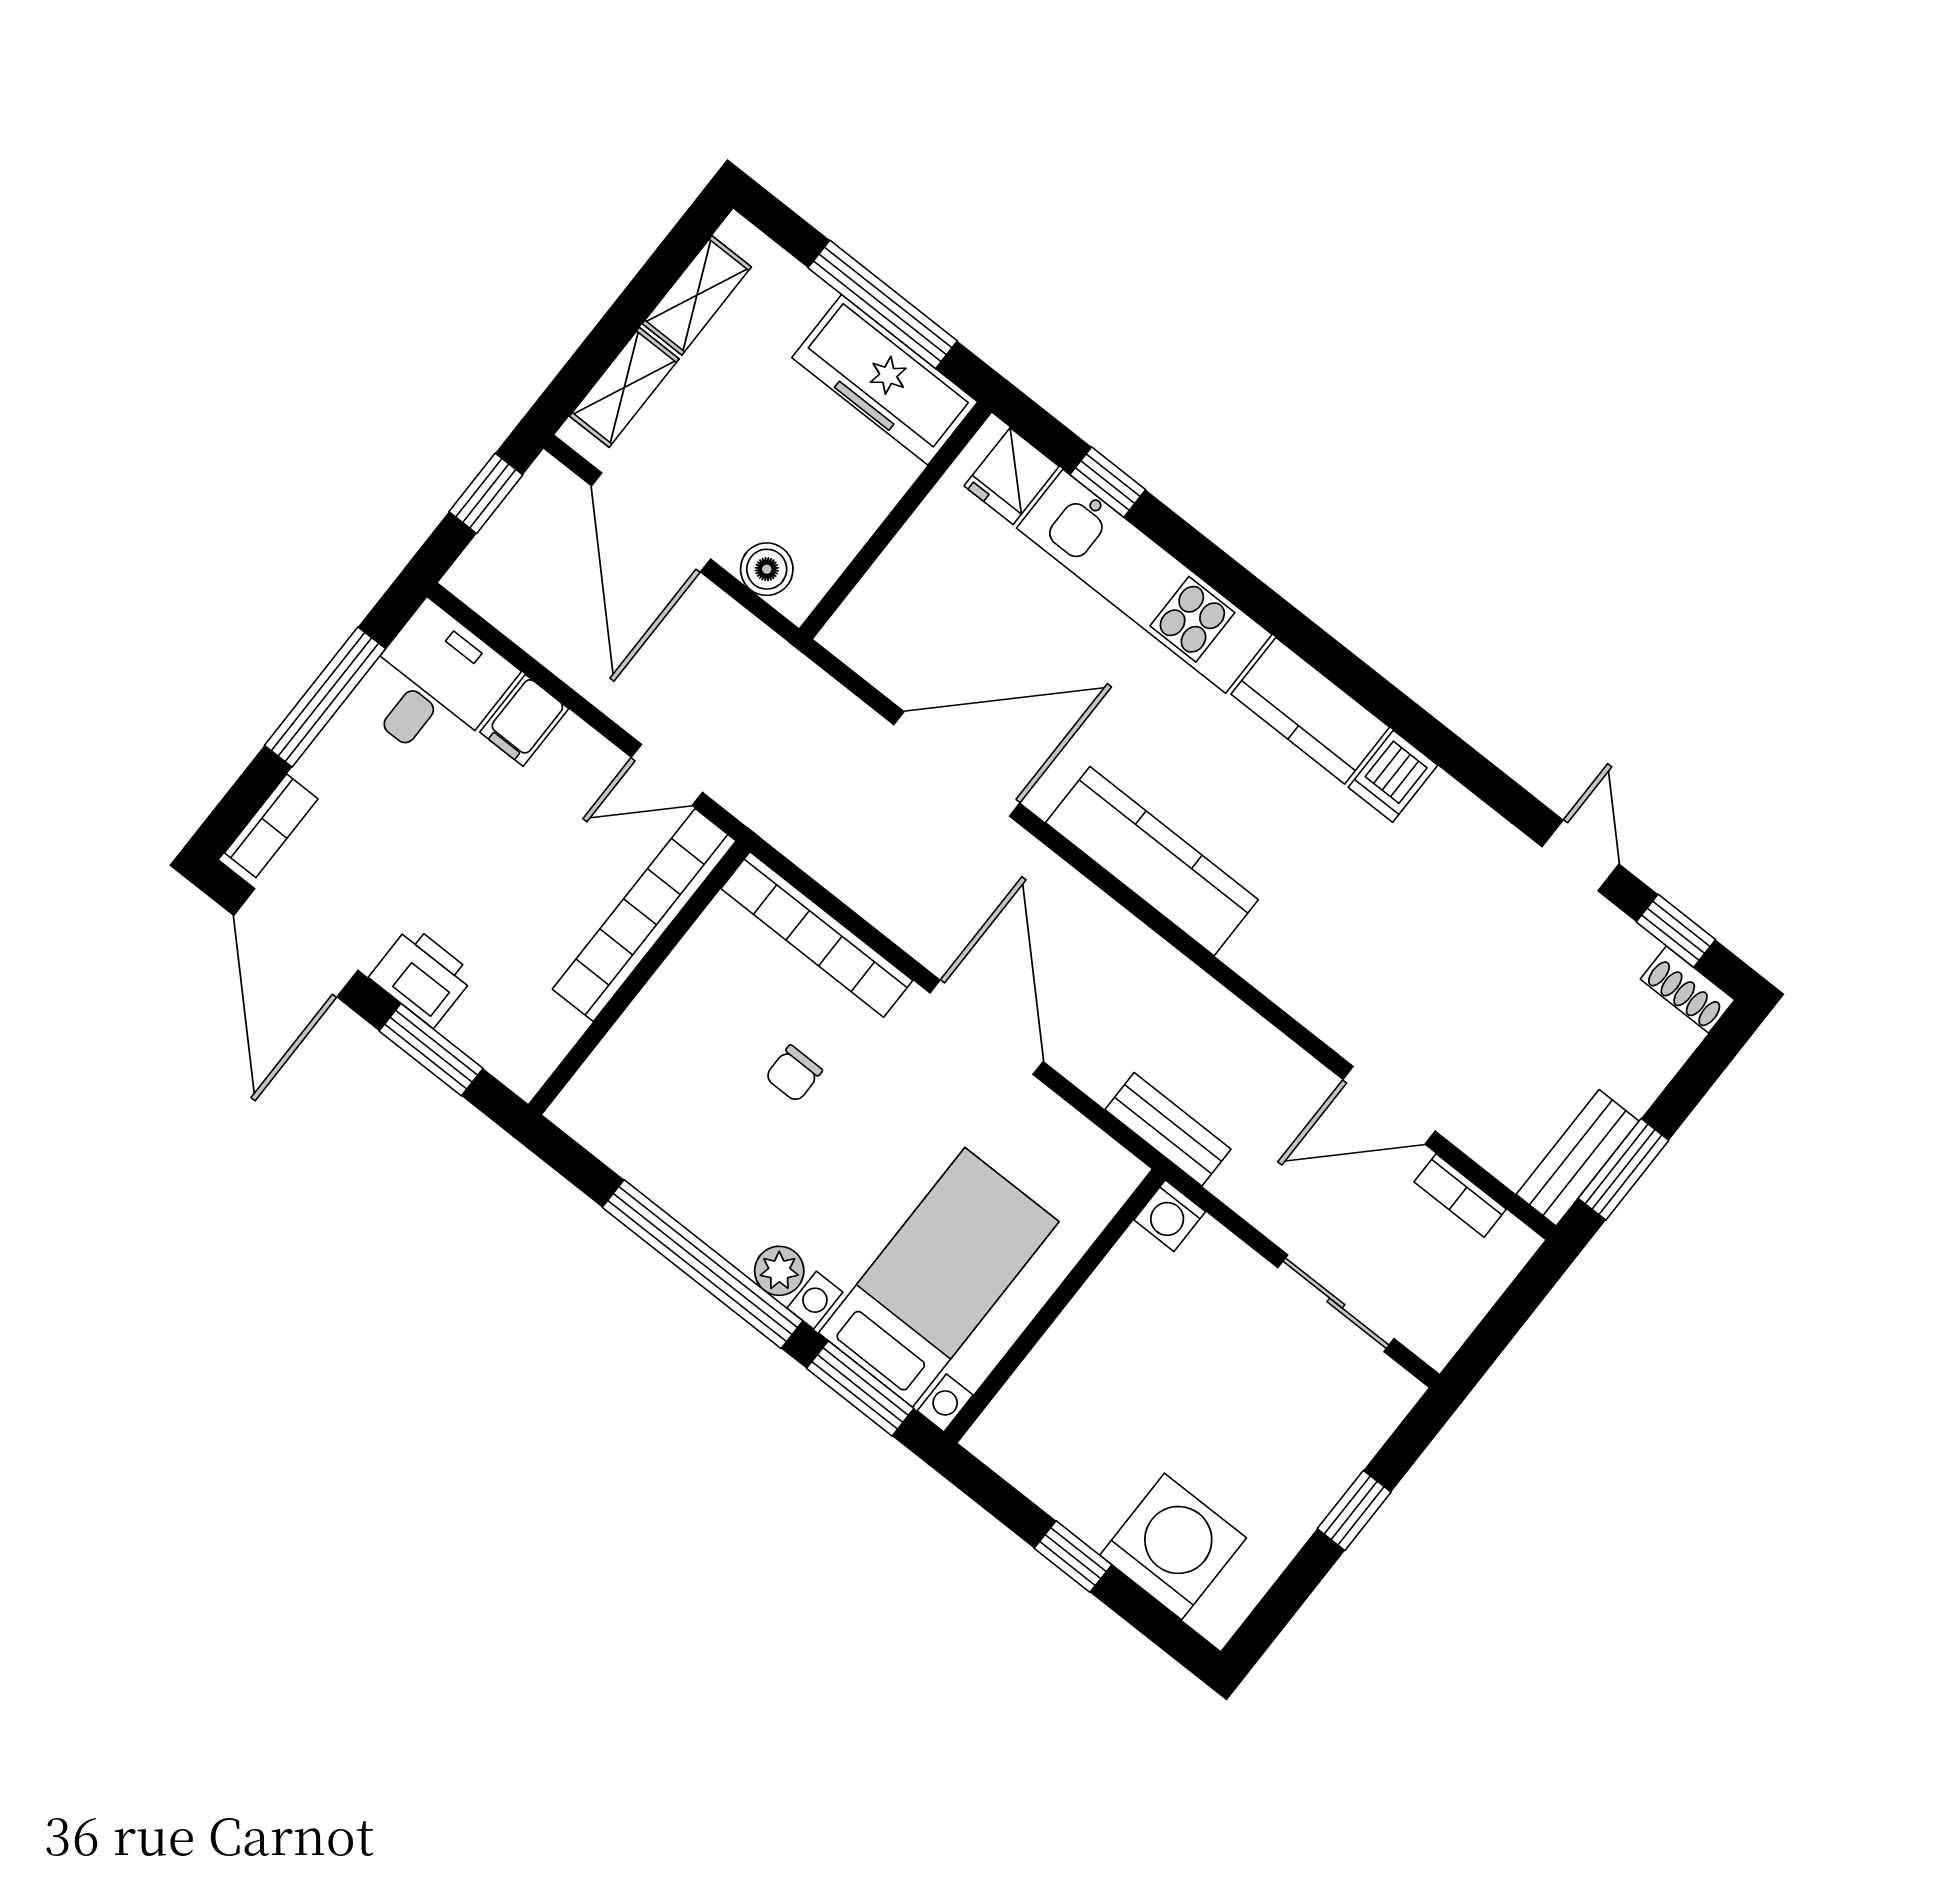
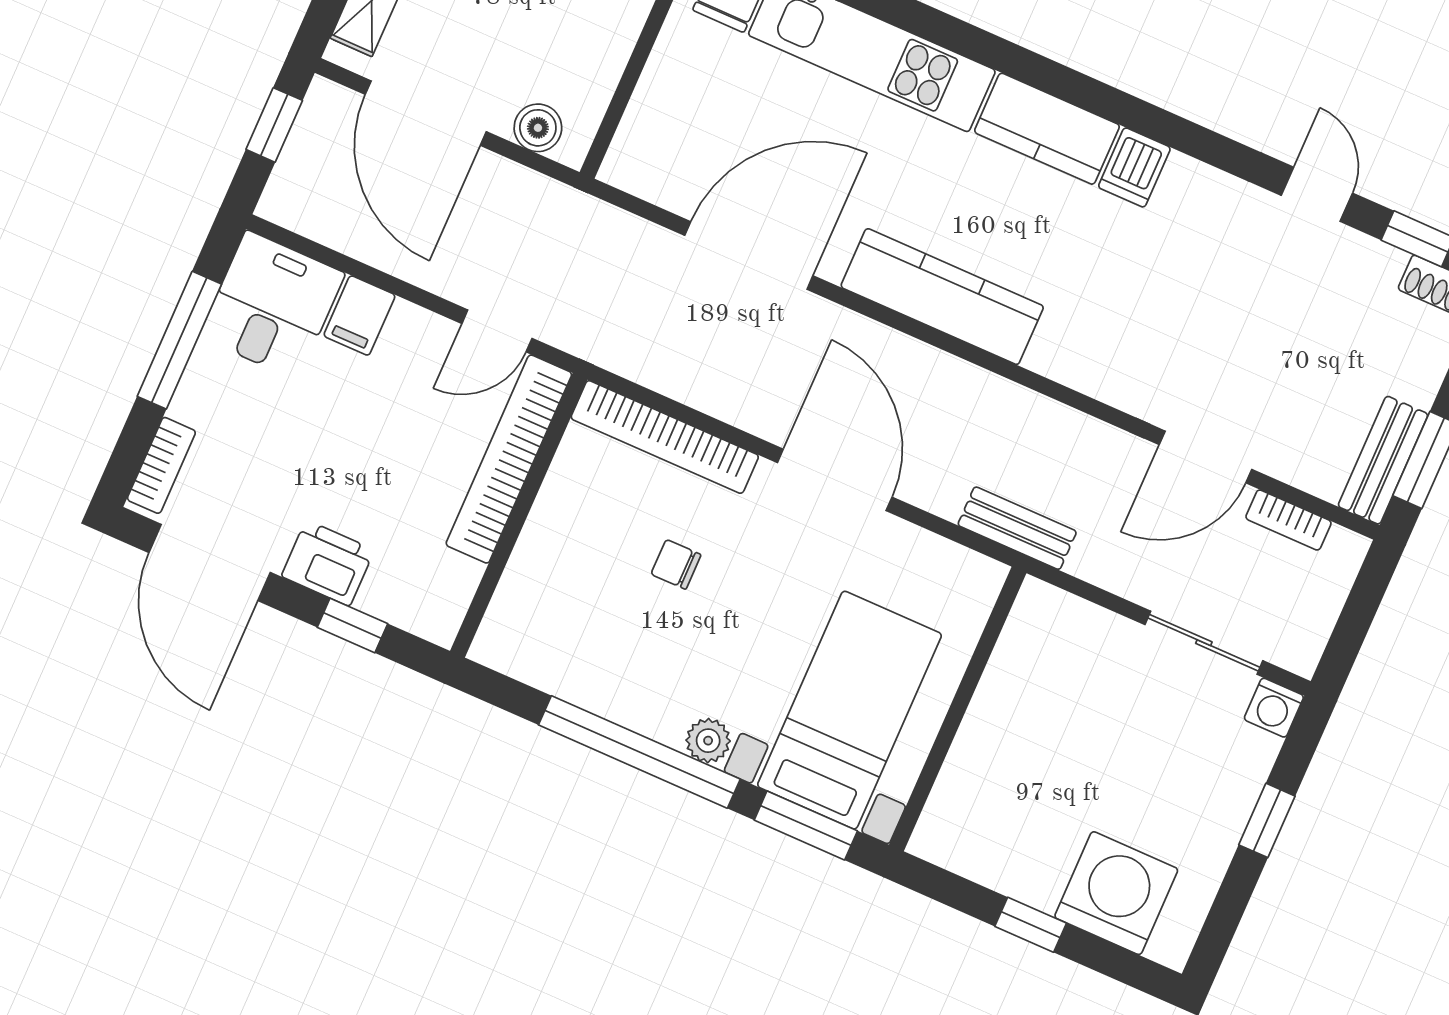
window: (431, 1050) -> (352, 626), width x0.67
chair: (794, 1074) -> (676, 564), turned 90
washing machine: (1170, 1216) -> (1274, 708), moved

